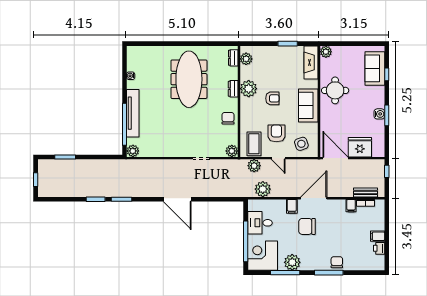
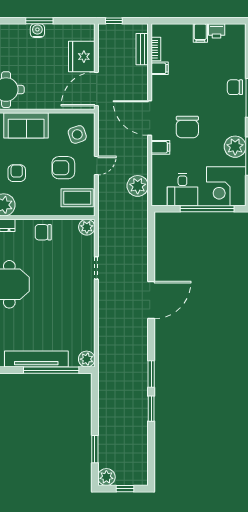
plant: (254, 166) -> (106, 477), moved

